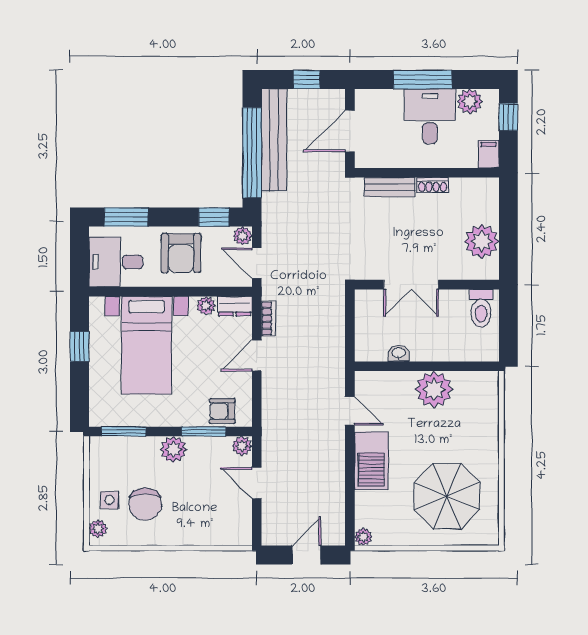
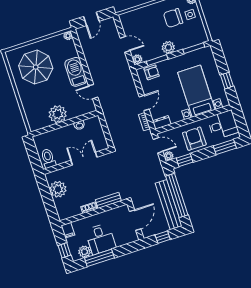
window: (423, 80) -> (99, 258), moved
plant: (206, 306) -> (175, 118), removed
chair: (145, 504) -> (173, 18), turned -90

